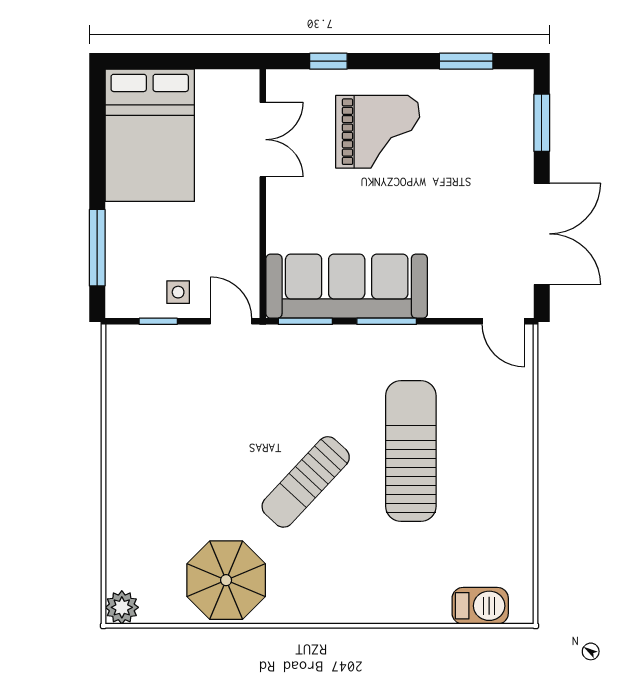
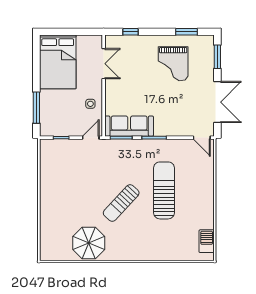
grand piano: (378, 132) -> (173, 64), moved, turned 90
sofa: (347, 286) -> (129, 126), width x0.74, depth x0.79
side table: (178, 292) -> (90, 104), moved
door: (231, 321) -> (91, 138), hinge flipped
barbecue: (480, 606) -> (207, 241), moved, turned -90
plant: (122, 607) -> (46, 254), removed

